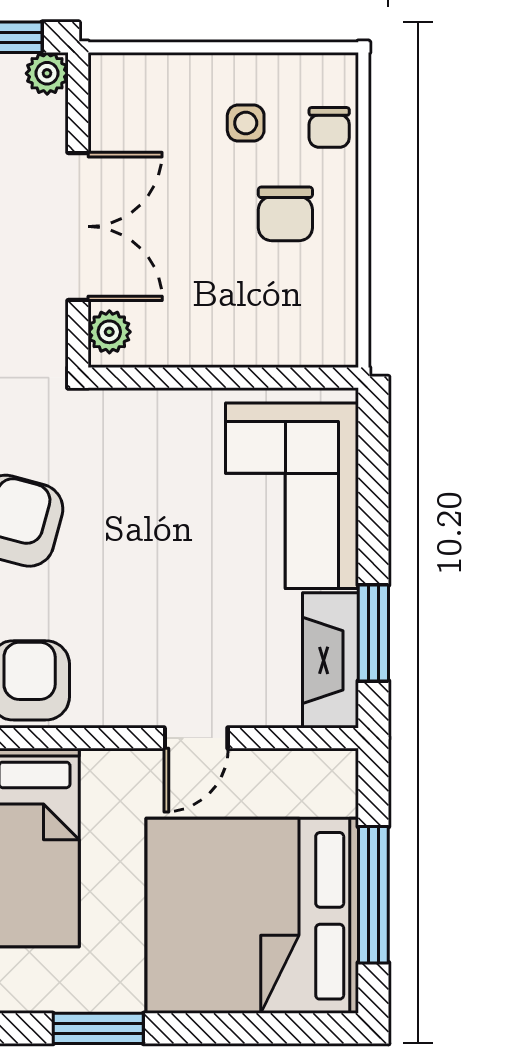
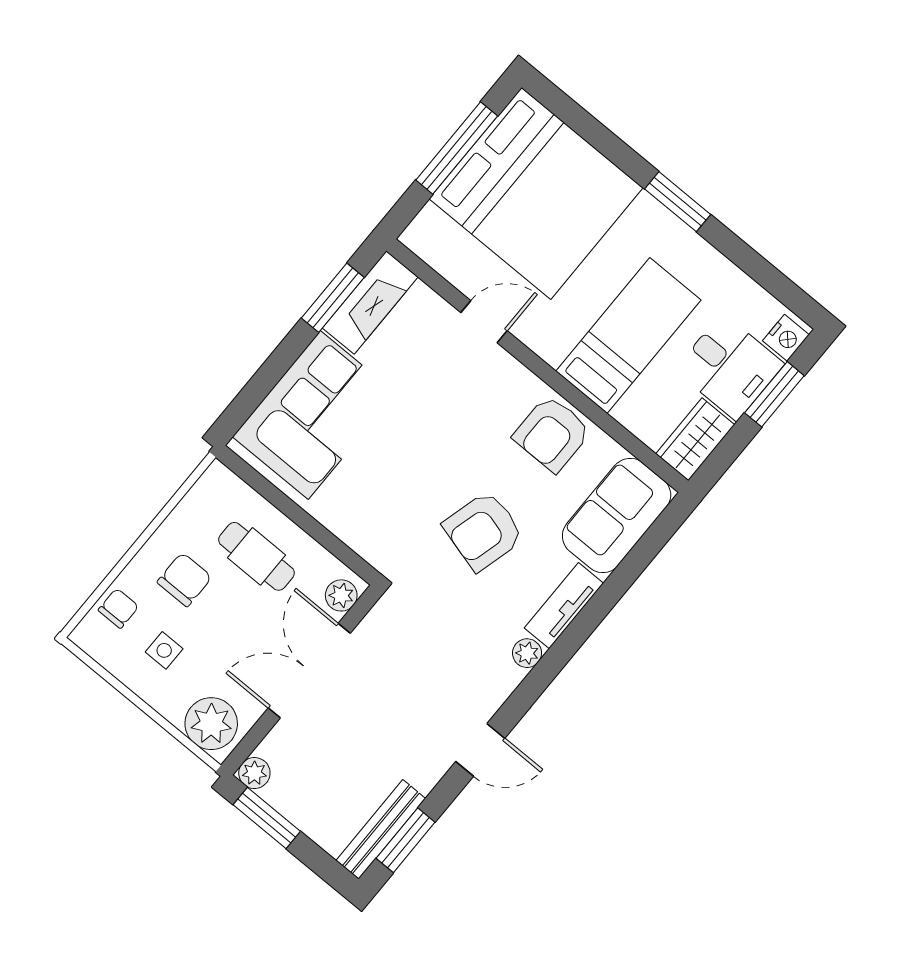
plant: (134, 87) -> (211, 724), added
cafe table: (231, 300) -> (256, 556), added

